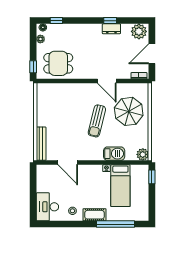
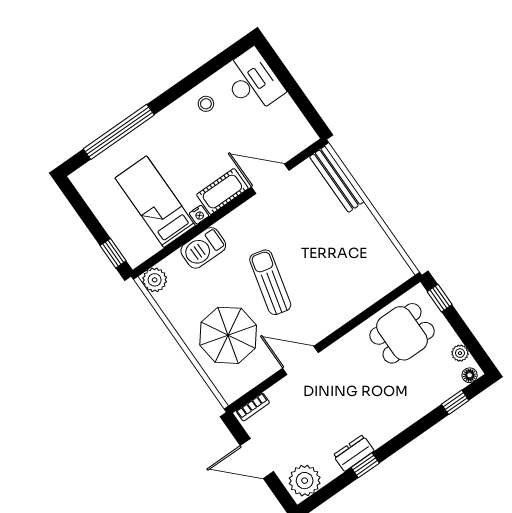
door: (152, 54) -> (257, 459), swing flipped
cot: (94, 215) -> (222, 192), moved

